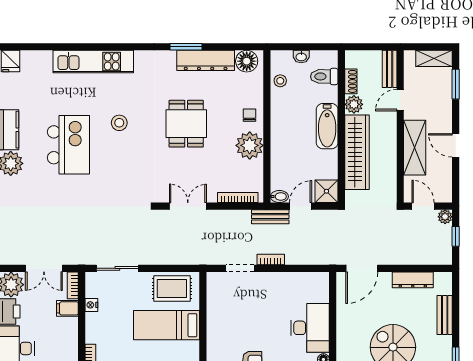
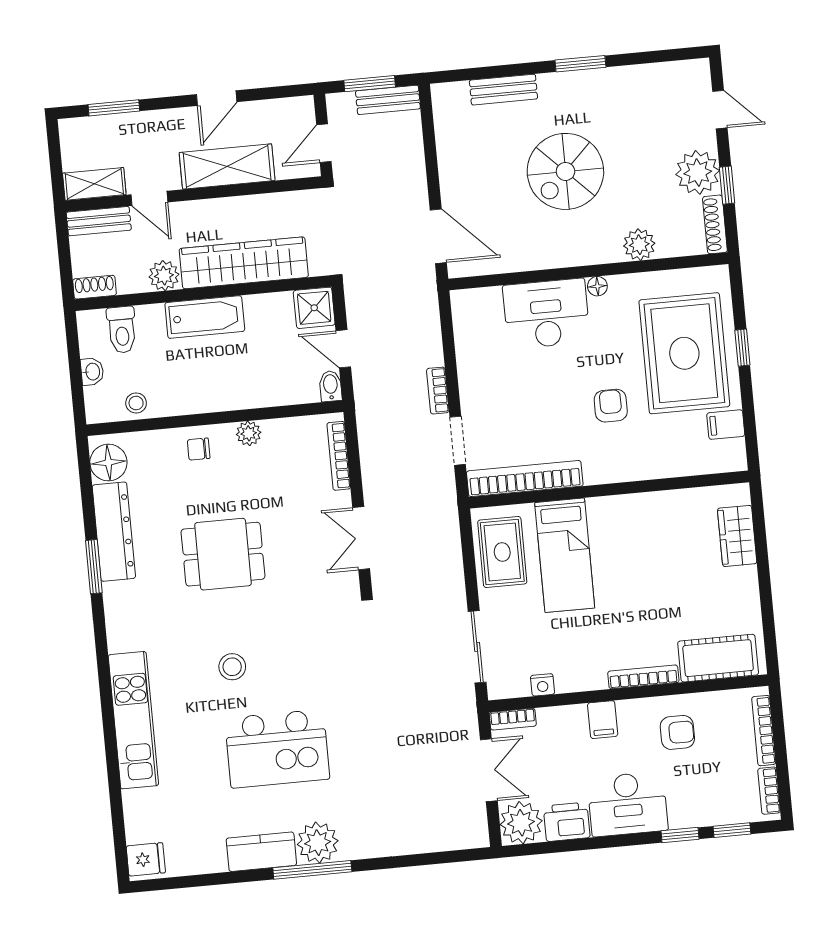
shelving: (434, 58) -> (94, 184), moved, turned 90
shoe rack: (351, 81) -> (95, 287), moved
kitchen island: (68, 145) -> (277, 749), turned 180
plant: (250, 145) -> (249, 433), width x0.53, depth x0.53
bench: (270, 217) -> (388, 100), moved, turned 90
plant: (445, 217) -> (338, 105), removed
window: (456, 236) -> (370, 84), width x1.50
dresser: (413, 280) -> (449, 149), removed
bookcase: (214, 306) -> (525, 479), added
filing cabinet: (67, 308) -> (603, 720), moved

